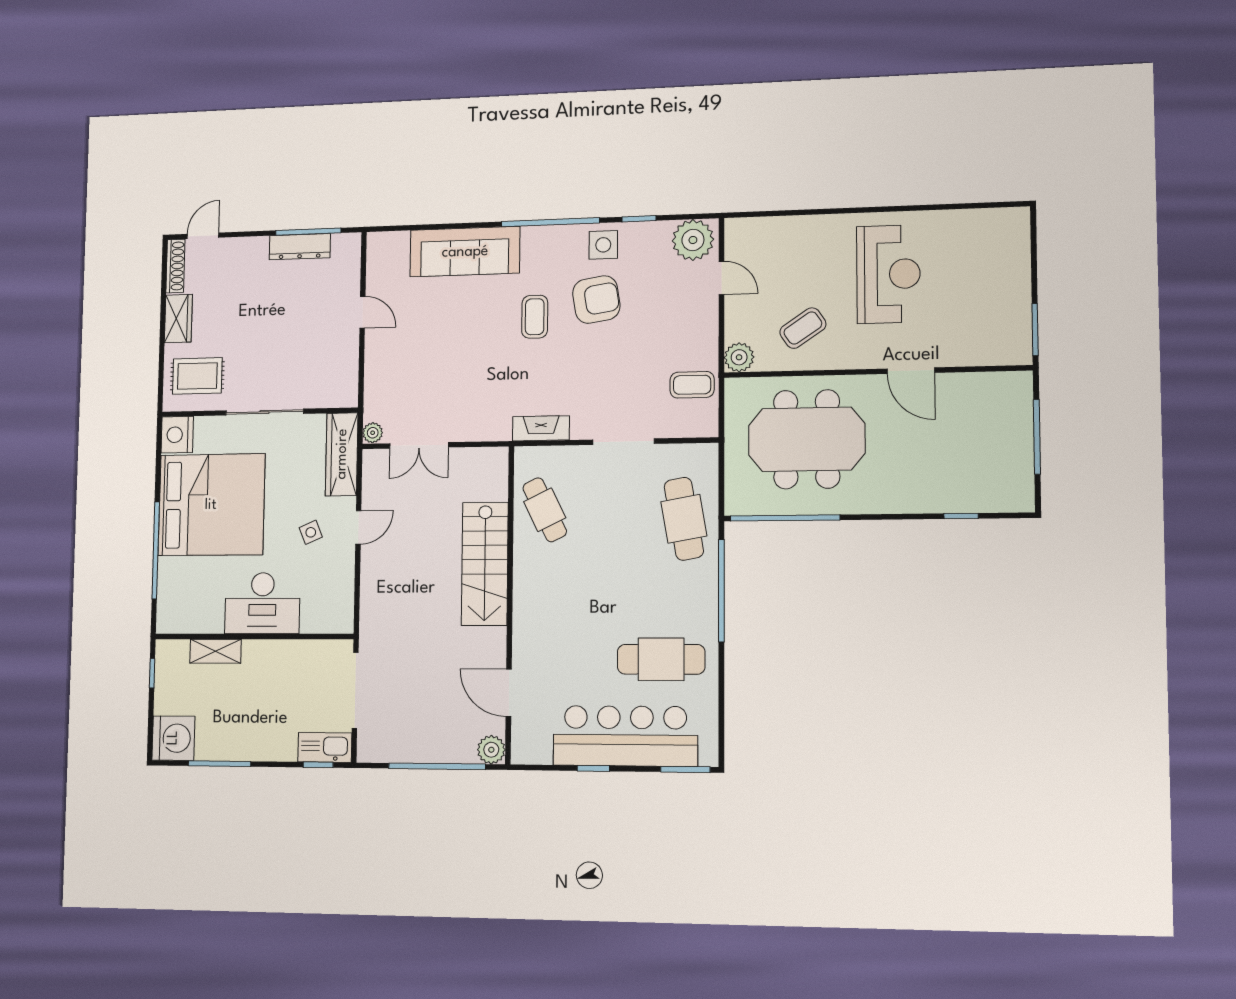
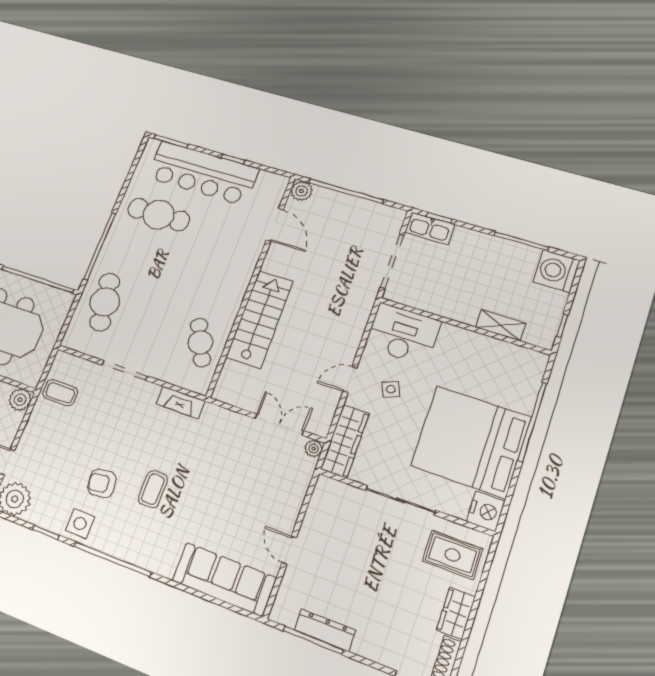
sofa: (465, 252) -> (224, 579), moved
armchair: (596, 300) -> (102, 483), width x0.72, depth x0.72
desk: (262, 603) -> (403, 334), moved

